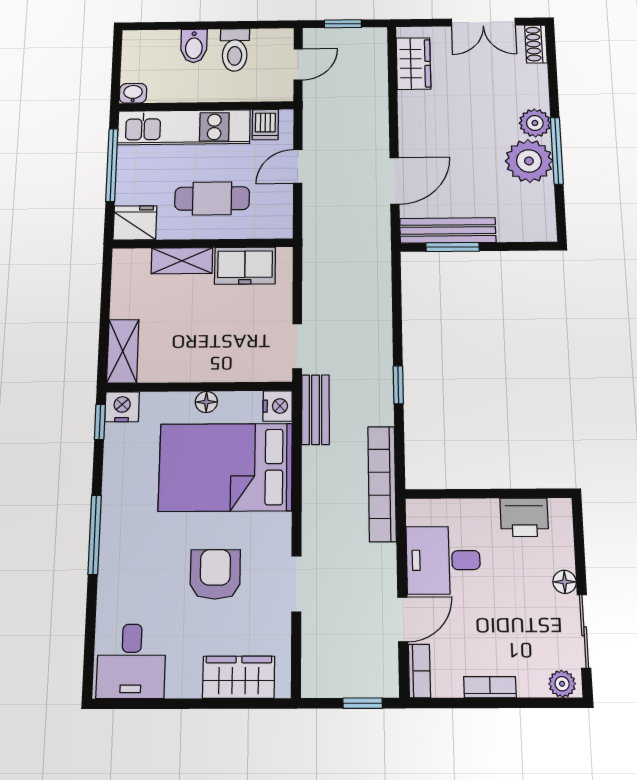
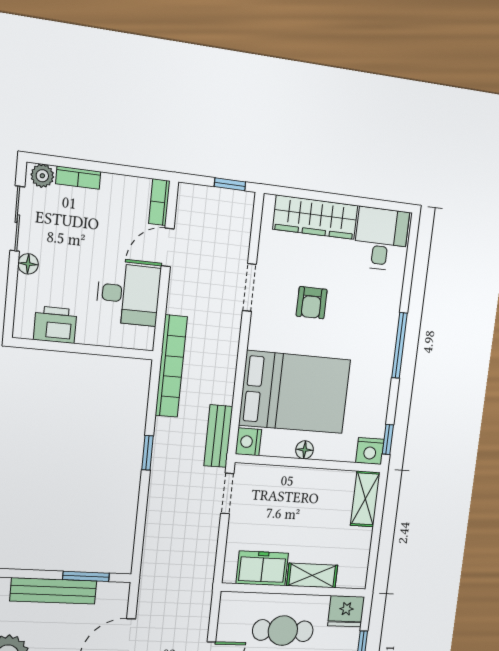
bench: (448, 230) -> (53, 591), moved
armchair: (215, 574) -> (312, 303), width x0.72, depth x0.72
wardrobe: (239, 677) -> (315, 217), width x1.50
bookcase: (490, 687) -> (78, 178), moved
window: (363, 703) -> (230, 184), moved

